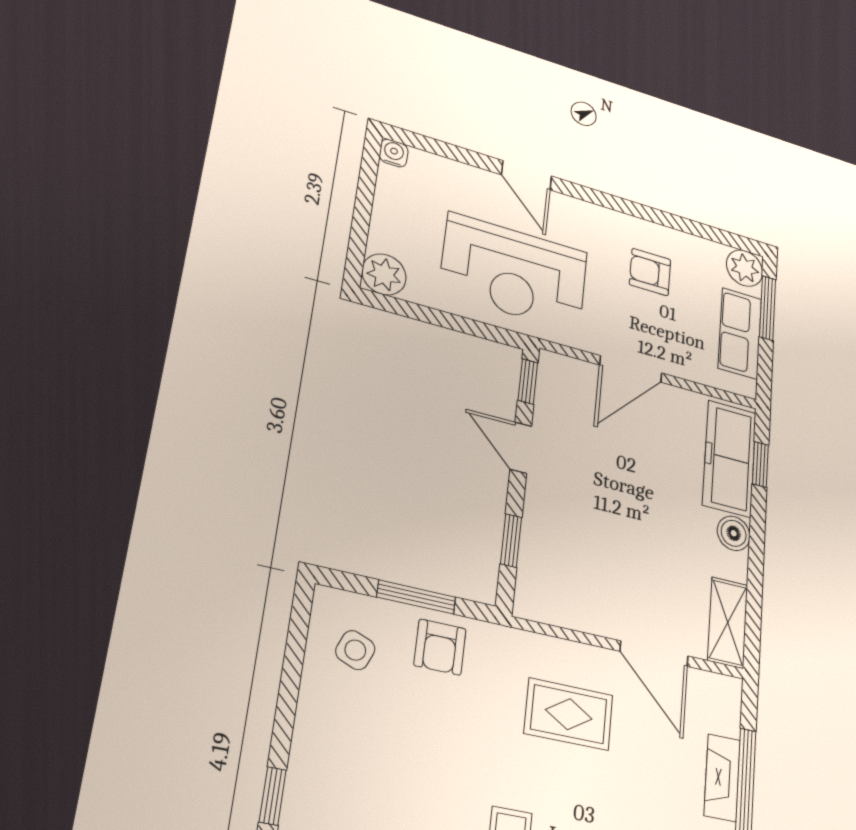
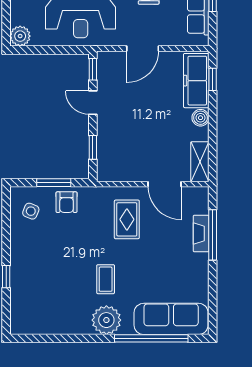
rug: (569, 714) -> (127, 219), turned 90

